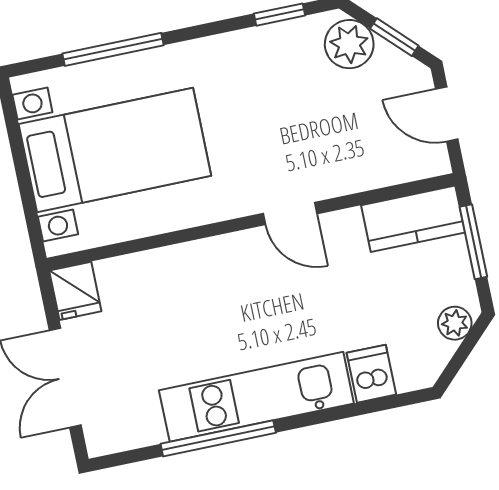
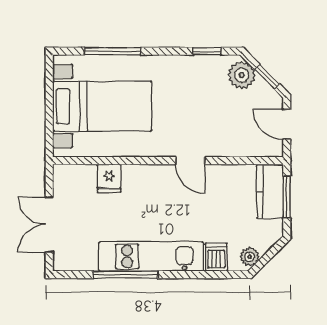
kitchen counter: (413, 219) -> (270, 192), moved, turned 90
fridge: (75, 291) -> (109, 178), moved
plant: (455, 323) -> (250, 257), moved

